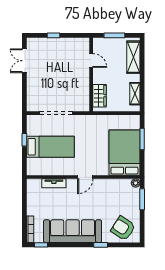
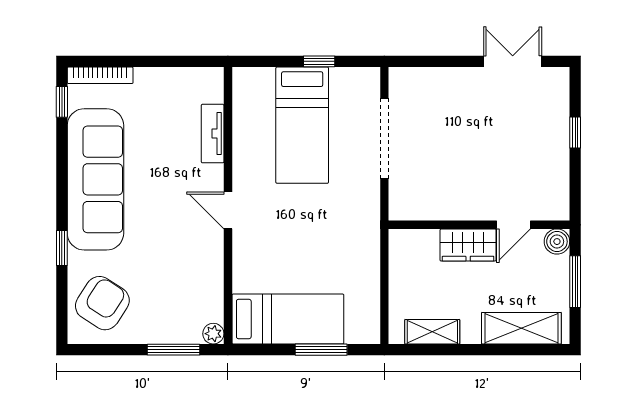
boiler: (98, 43) -> (557, 242), added
wardrobe: (99, 96) -> (468, 245), moved
bed: (124, 153) -> (288, 319), width x0.67

